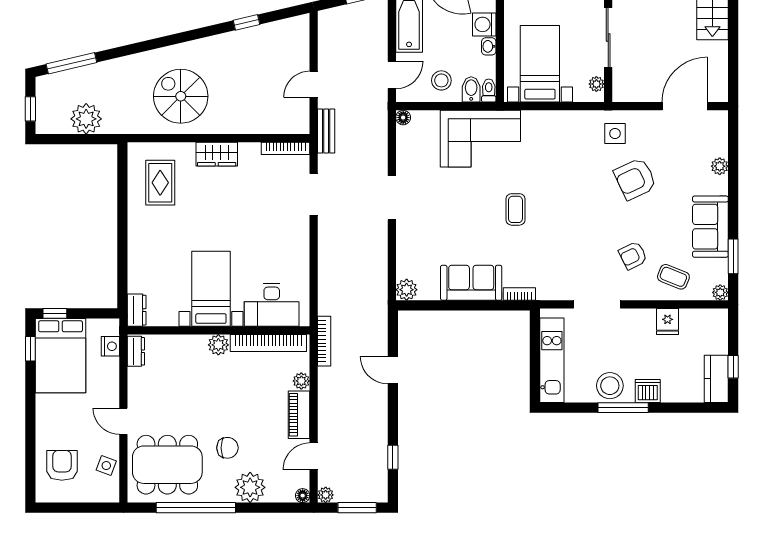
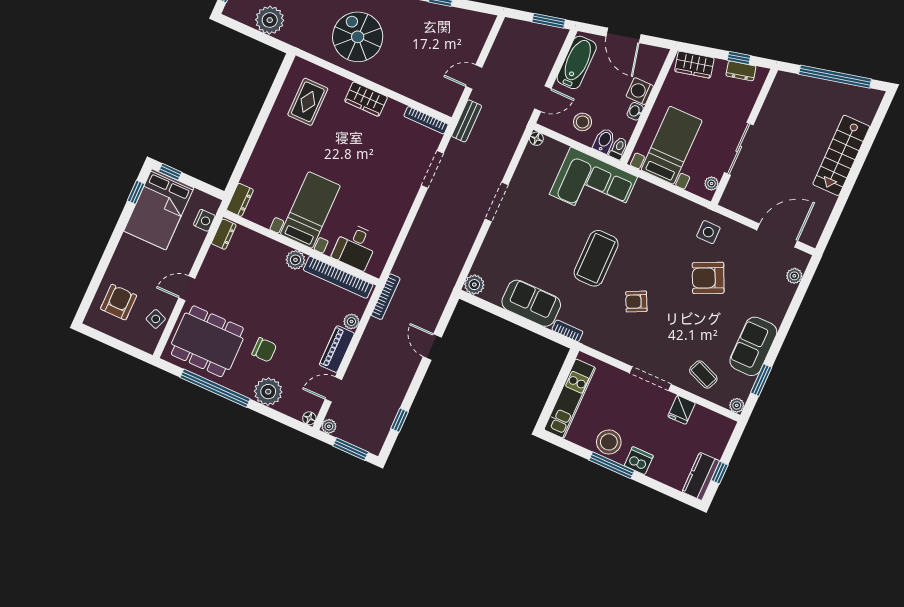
plant: (720, 166) -> (794, 276), moved
coffee table: (515, 209) -> (596, 258), width x1.86, depth x1.72
armchair: (633, 256) -> (636, 302), moved
doorway: (597, 304) -> (650, 379), moved
desk: (272, 305) -> (355, 247), width x0.73
door: (123, 421) -> (187, 288), hinge flipped

